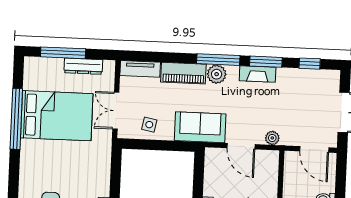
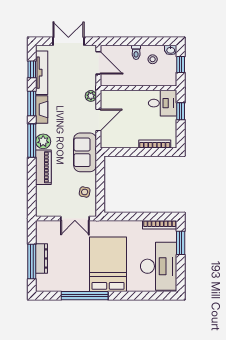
dresser: (83, 66) -> (41, 258), moved
tv unit: (140, 69) -> (42, 73), moved, width x1.41
bed: (57, 116) -> (108, 264), moved
door: (314, 149) -> (98, 63), hinge flipped

